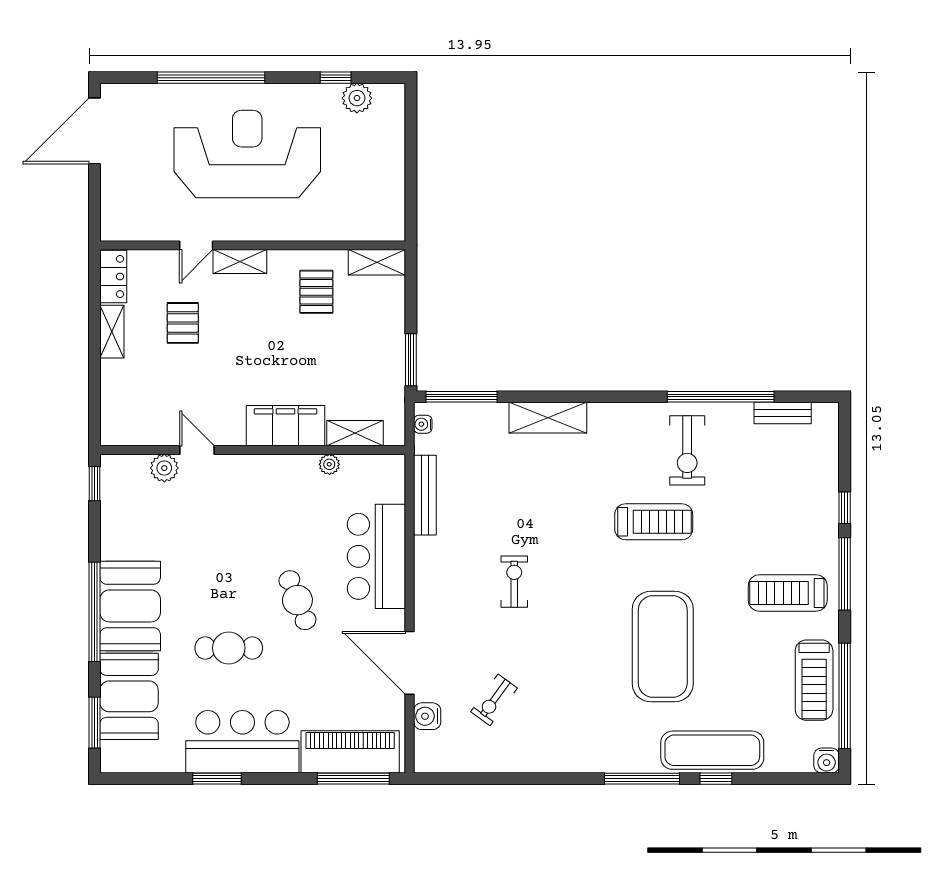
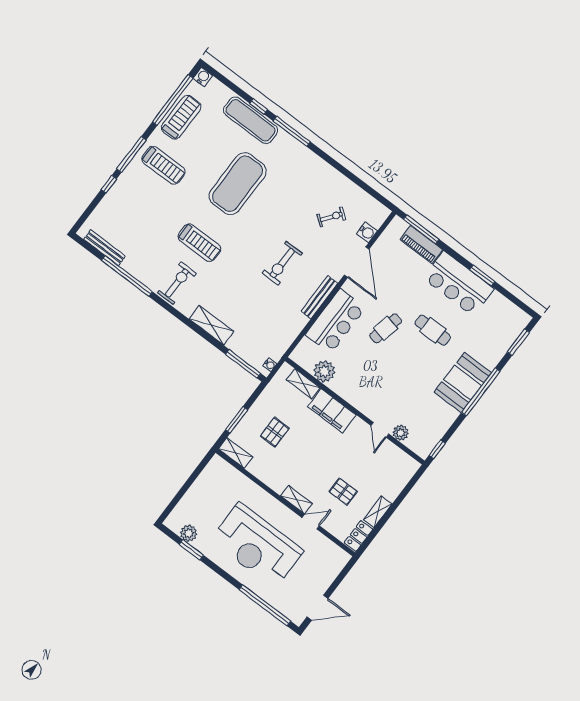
window: (211, 78) -> (265, 605), moved
window: (336, 78) -> (191, 550), width x1.50
door: (95, 131) -> (318, 608), width x0.73
pallet: (316, 292) -> (275, 432), moved
pallet: (183, 323) -> (343, 492), turned 90
window: (411, 360) -> (237, 420), moved
bench: (783, 413) -> (105, 248), width x1.36
exercise bike: (687, 450) -> (177, 283), moved
plant: (329, 464) -> (324, 371), width x1.88, depth x1.88
bench: (425, 495) -> (319, 297), moved
treadmill: (654, 522) -> (199, 243), turned 180
exercise bike: (514, 582) -> (282, 263), width x1.38, depth x1.39
cafe table: (297, 600) -> (386, 328), turned 34
booth: (129, 696) -> (494, 342), removed
piano: (350, 752) -> (421, 245), width x0.73, depth x0.75

